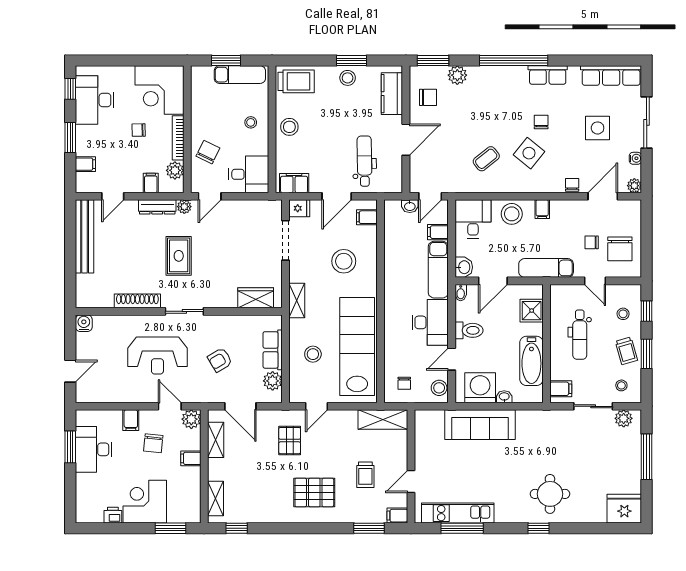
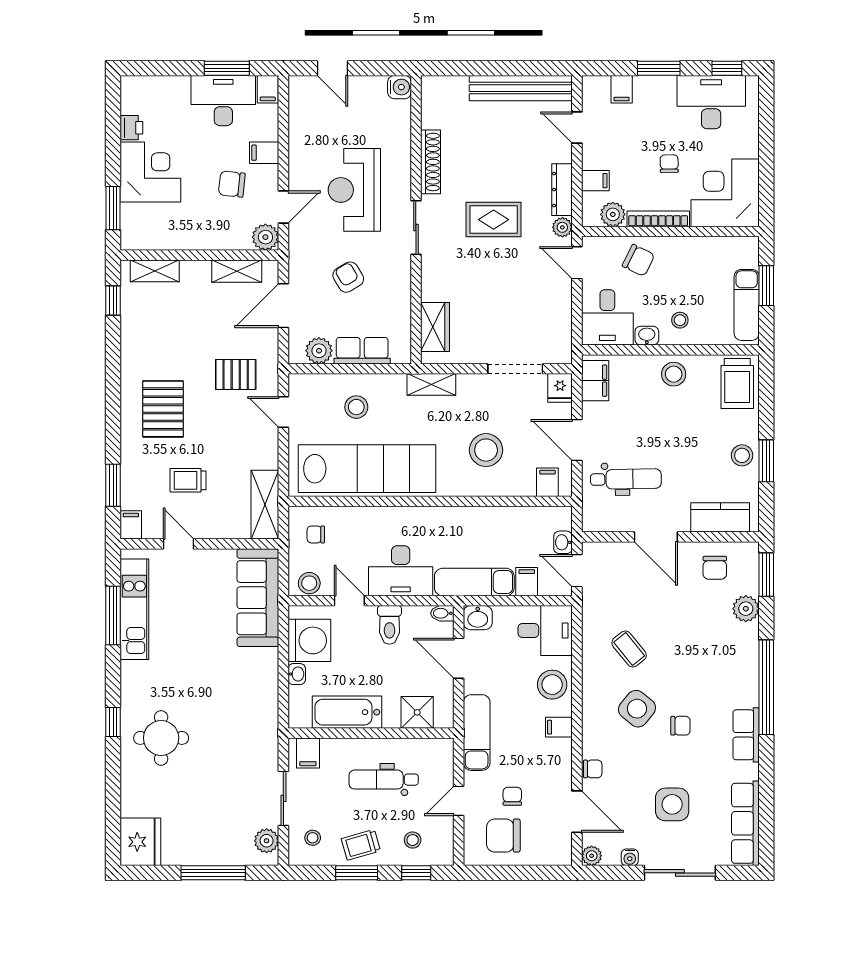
washbasin: (262, 146) -> (647, 336), added
sofa: (480, 425) -> (258, 598), moved
filing cabinet: (191, 458) -> (268, 89), moved, turned 180

